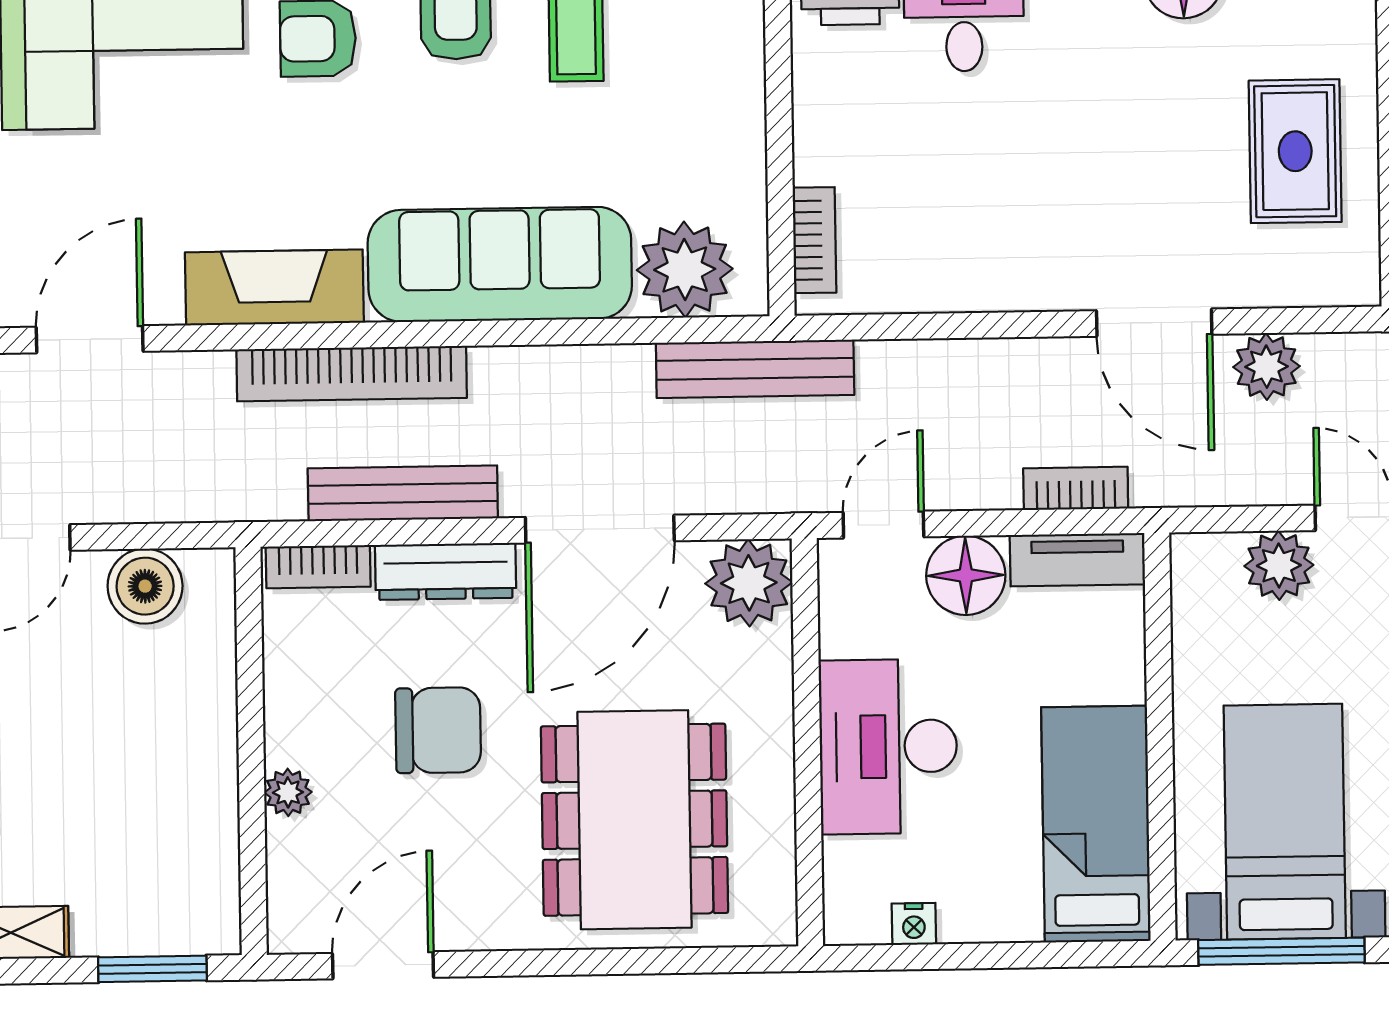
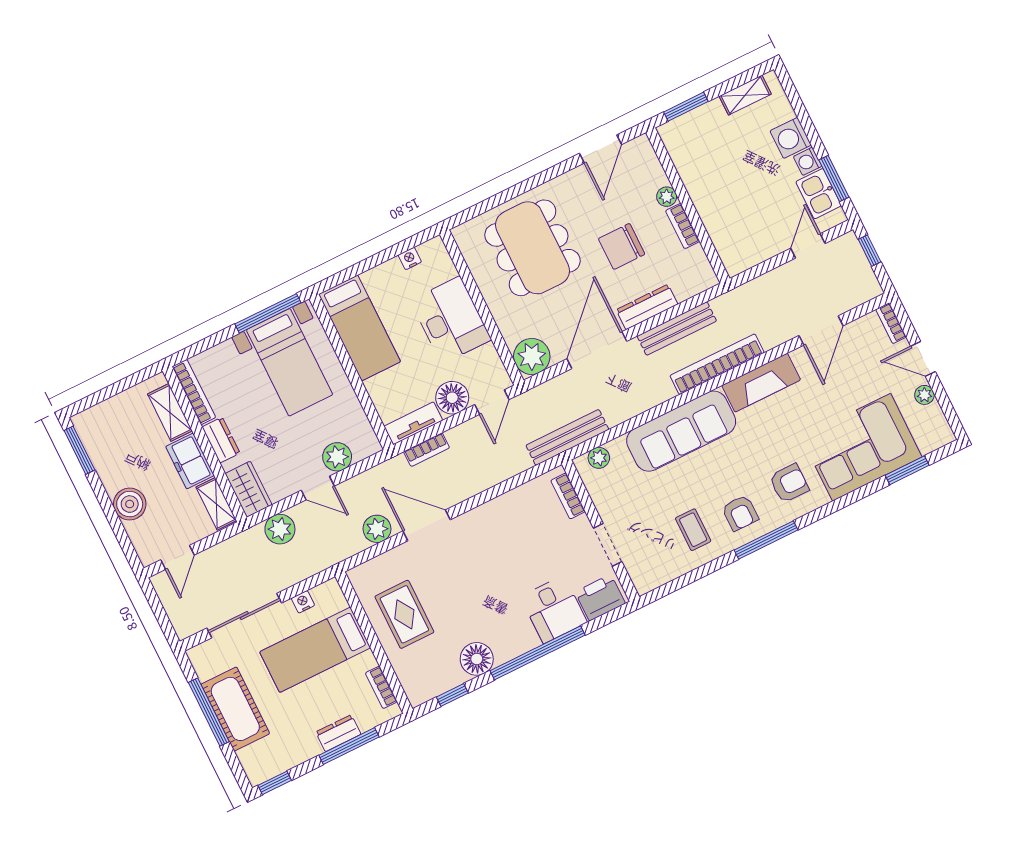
doorway: (779, 92) -> (608, 545), added
plant: (685, 269) -> (599, 458), width x0.53, depth x0.53
bookcase: (318, 567) -> (683, 226), moved, turned -90
boiler: (145, 586) -> (756, 248), removed

